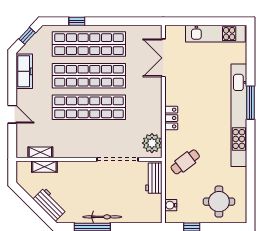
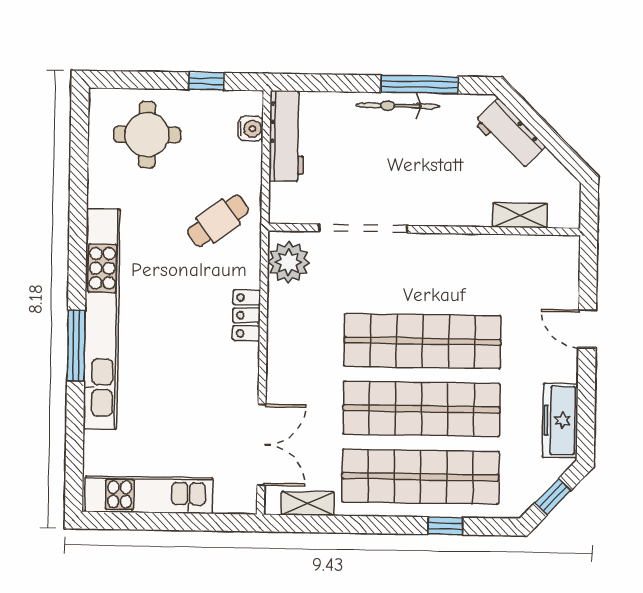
shelving: (40, 152) -> (308, 503), moved
workbench: (154, 178) -> (287, 136), moved, width x1.37

